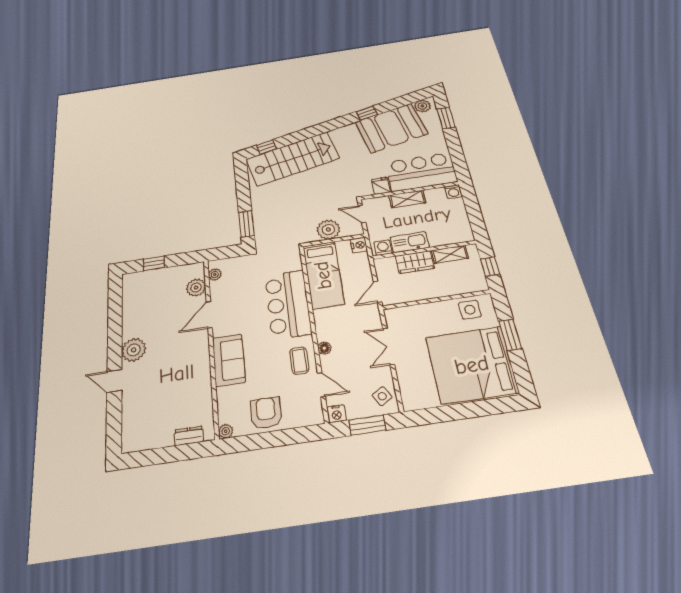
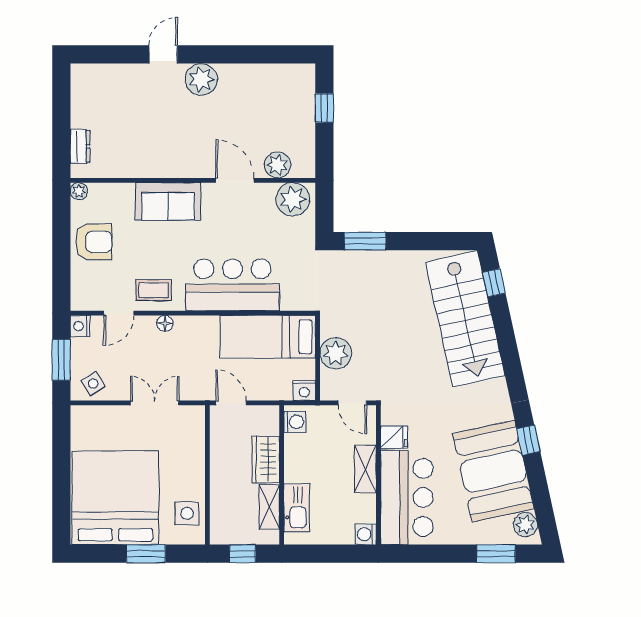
door: (362, 214) -> (352, 403), swing flipped
kitchen sink: (410, 242) -> (297, 508), moved
plant: (215, 274) -> (293, 199), width x1.88, depth x1.88

